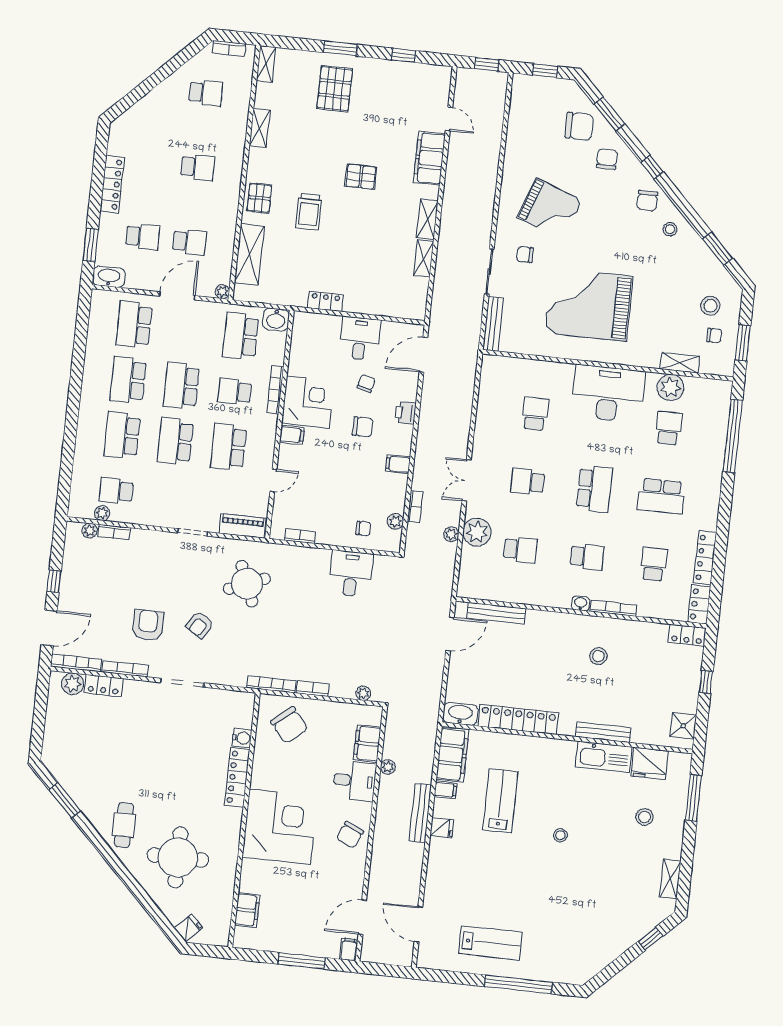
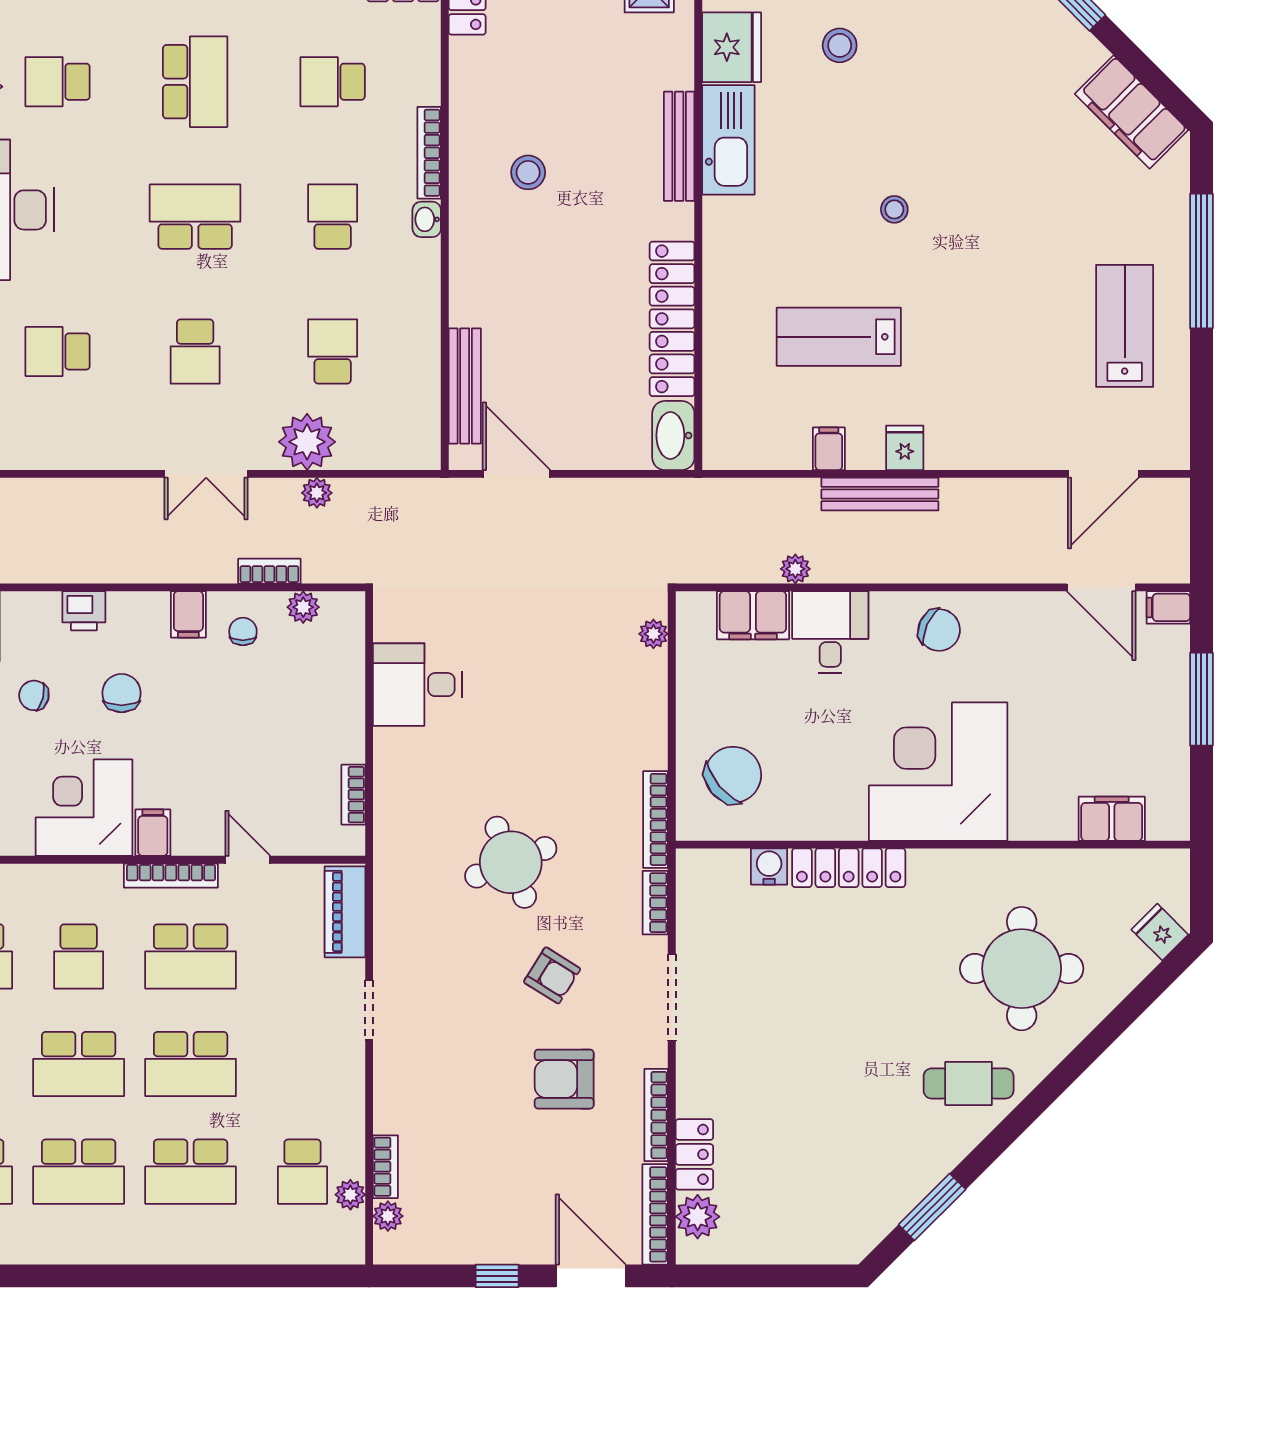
bookcase: (275, 390) -> (171, 876), moved
chair: (363, 528) -> (243, 631), moved
round table: (247, 584) -> (511, 862), moved
bookcase: (313, 689) -> (655, 903), moved
filing cabinet: (452, 755) -> (1132, 112), moved, turned -135

